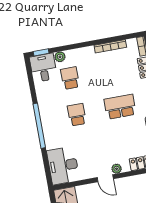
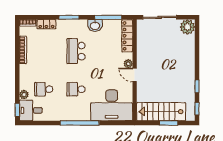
desk: (63, 166) -> (112, 105), width x1.36, depth x1.30
door: (105, 178) -> (135, 75), swing flipped

